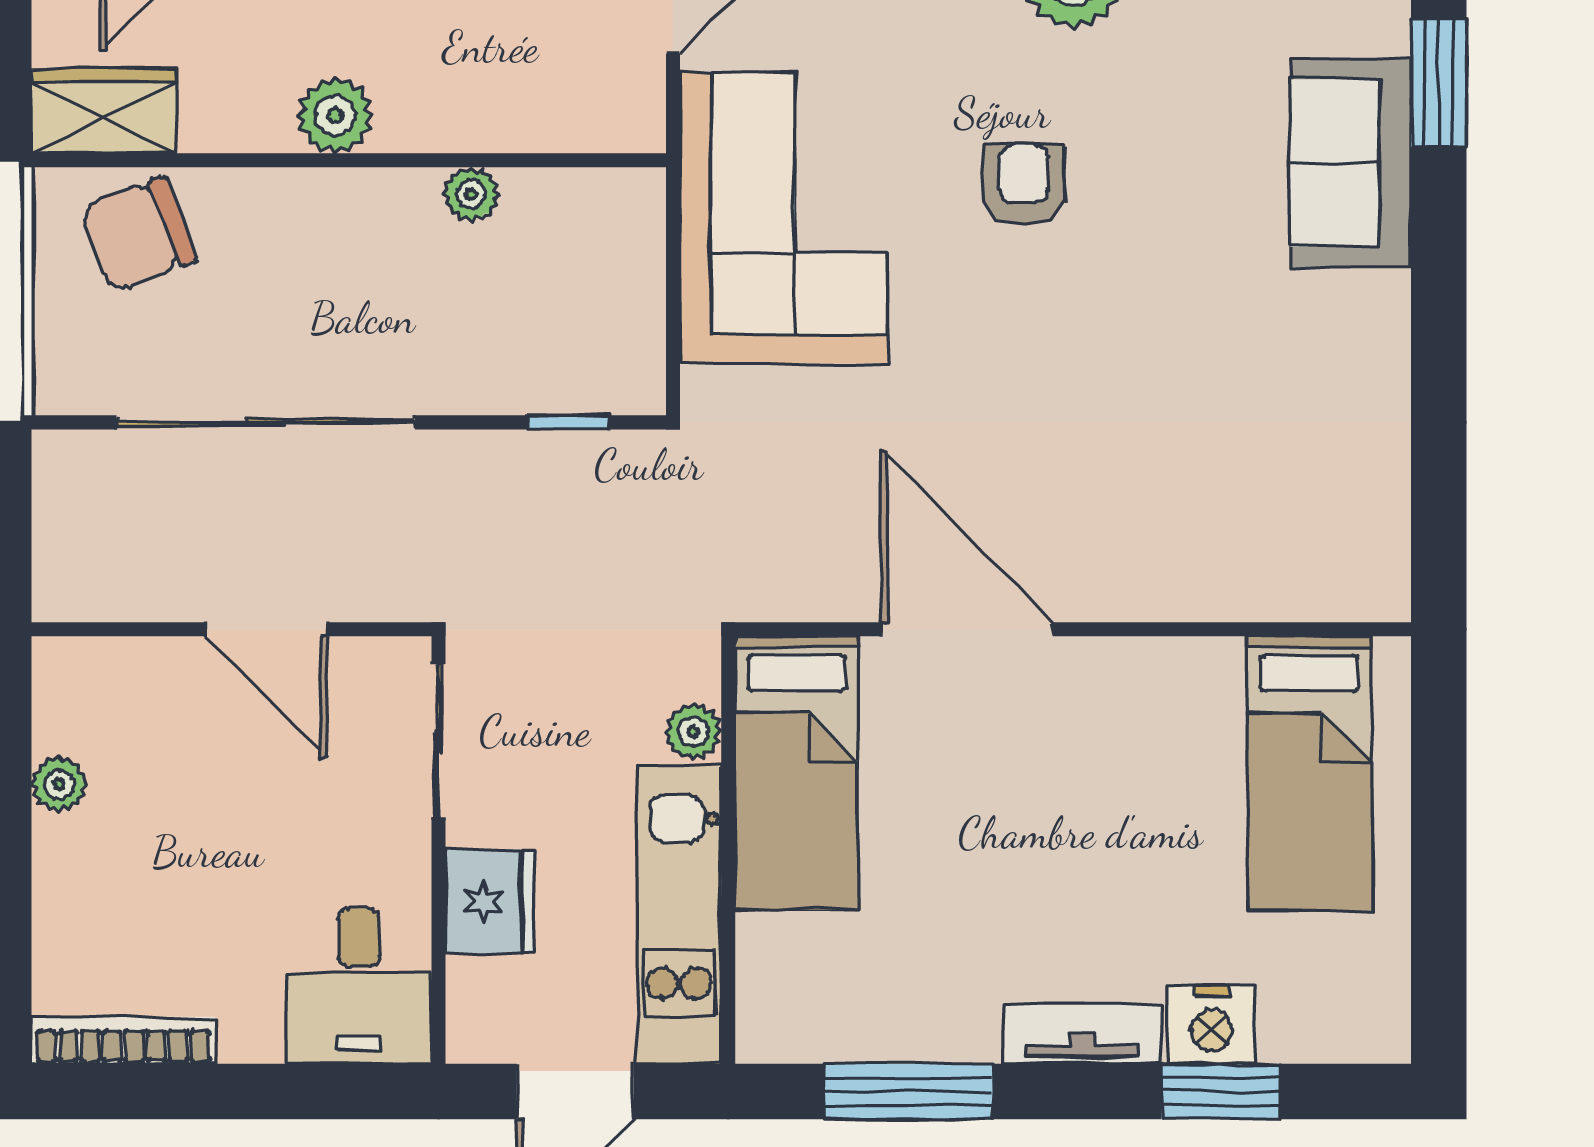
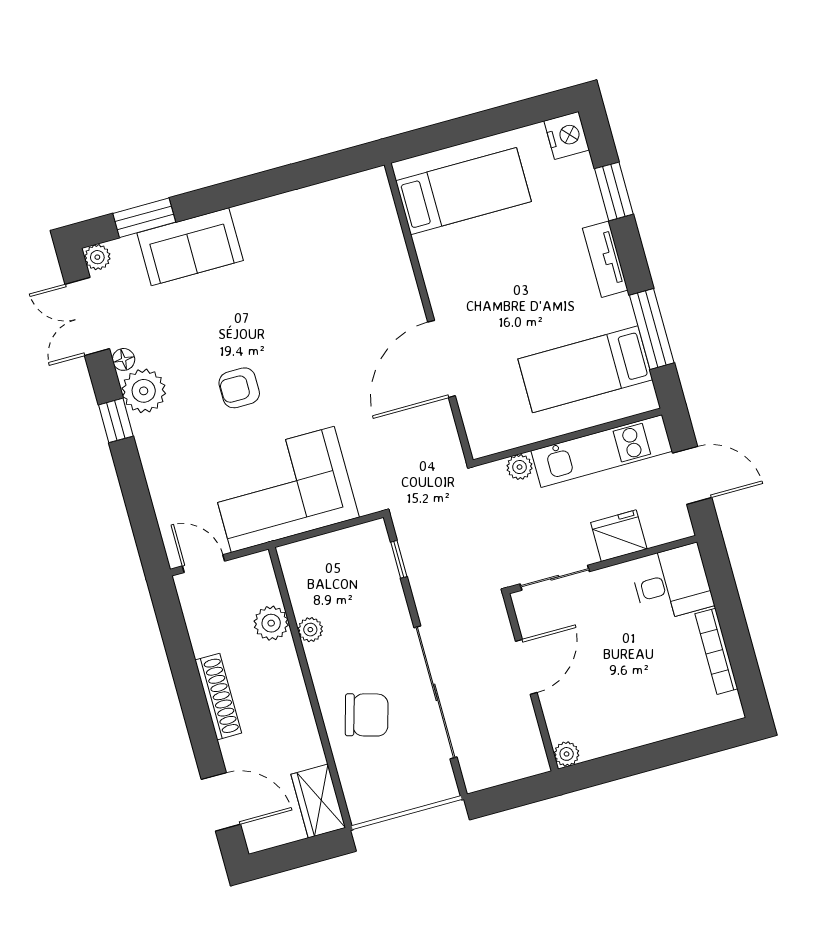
plant: (335, 115) -> (271, 623), moved
chair: (138, 234) -> (367, 715), moved, turned -53
bed: (797, 773) -> (585, 369), moved, turned 180
plant: (59, 784) -> (567, 754), moved
nightstand: (1211, 1024) -> (567, 135), moved
bookcase: (123, 1040) -> (716, 651), moved

